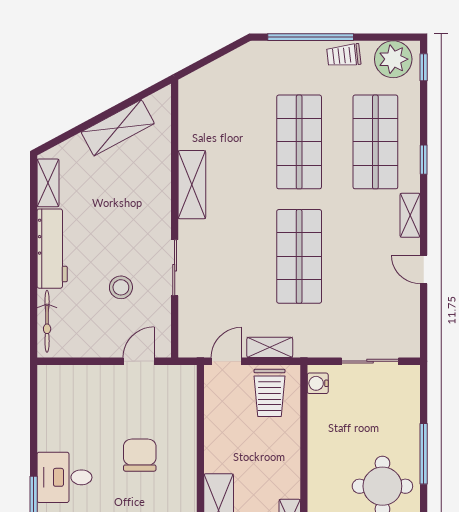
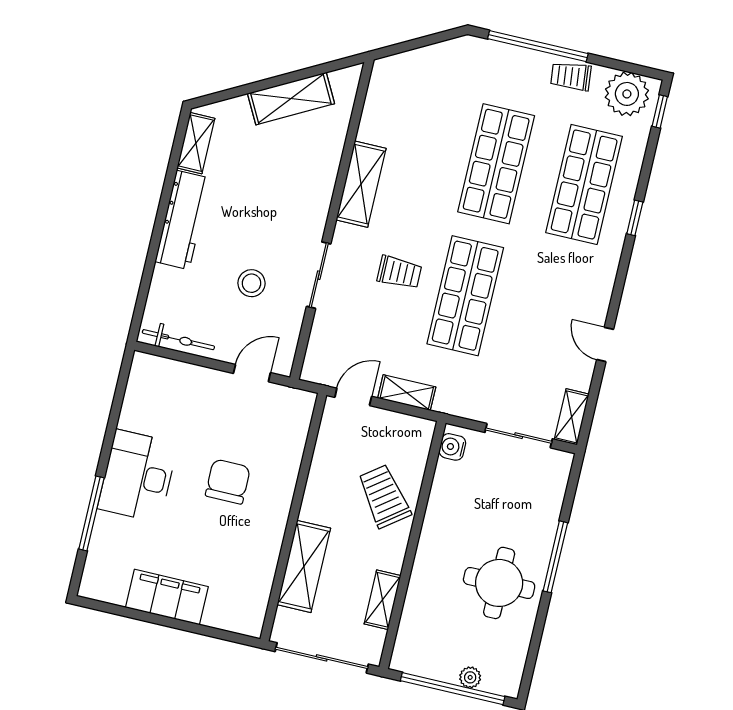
shelving: (410, 215) -> (572, 417), moved
trolley: (240, 250) -> (399, 272), added
bicycle: (47, 321) -> (178, 340), moved, turned -90
trolley: (270, 393) -> (384, 496), moved, turned 143
desk: (64, 477) -> (138, 476), width x1.37

